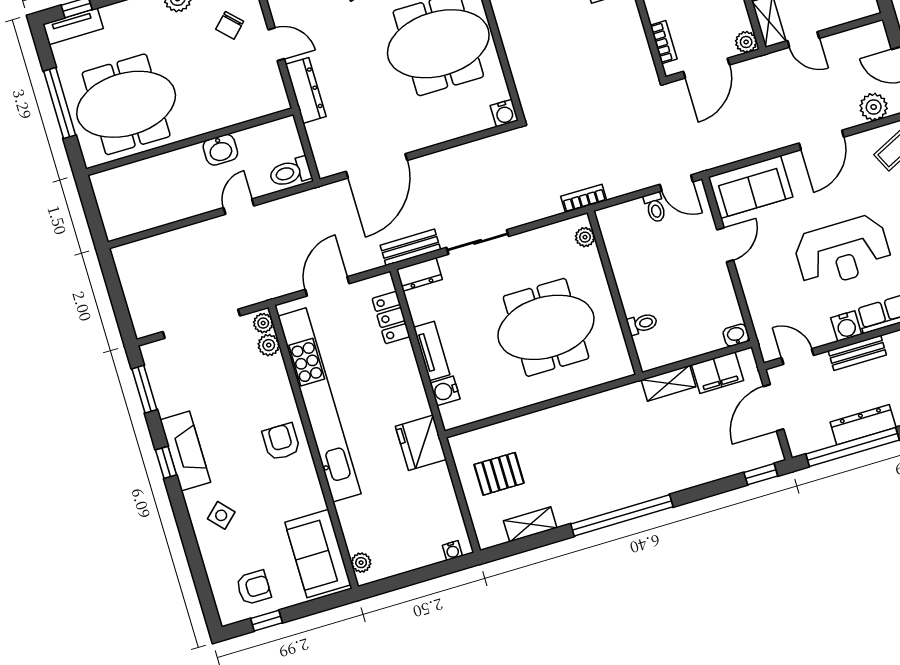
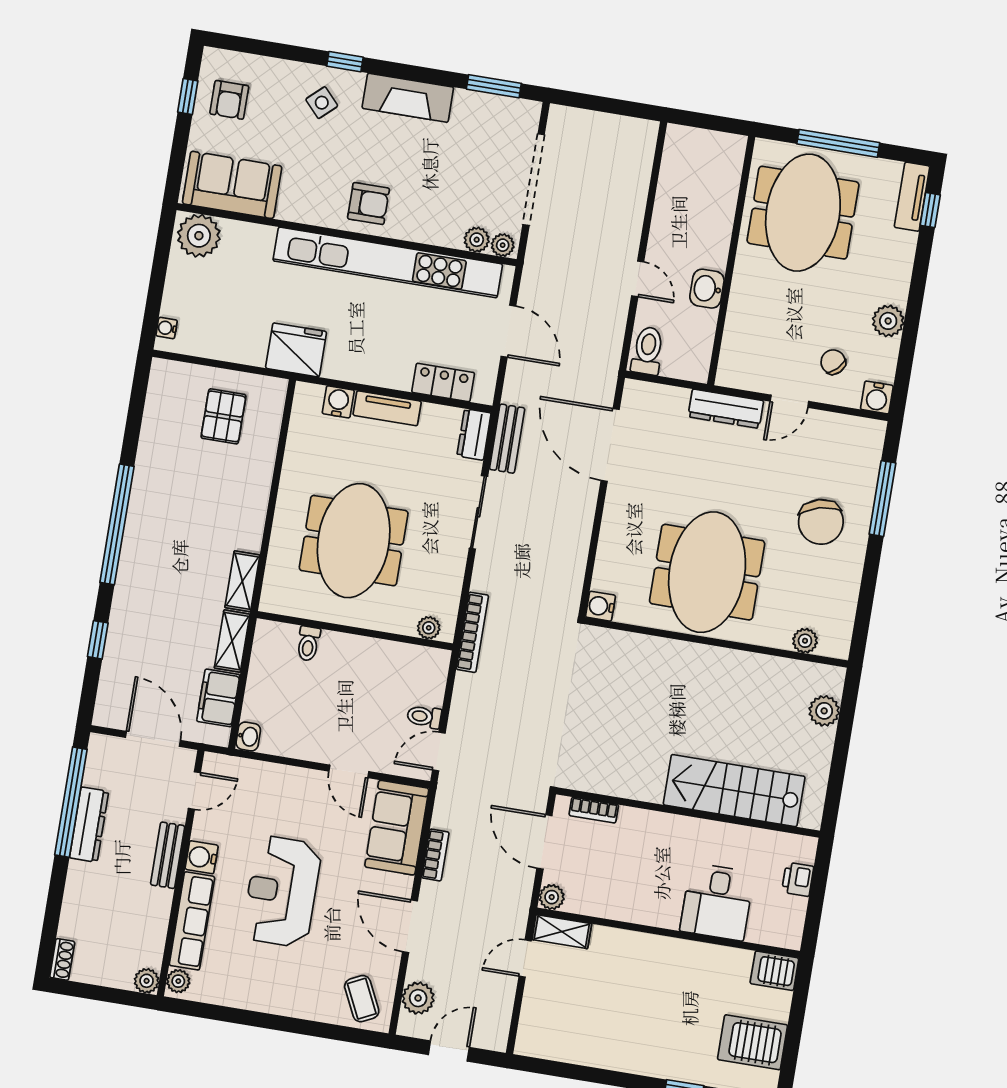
bookcase: (757, 147) -> (435, 855), added
bookcase: (584, 198) -> (472, 632), width x1.56
window: (166, 462) -> (345, 62), moved
window: (761, 474) -> (98, 640), moved
shelving: (530, 524) -> (242, 581), moved
plant: (361, 563) -> (199, 236), width x1.88, depth x1.88

